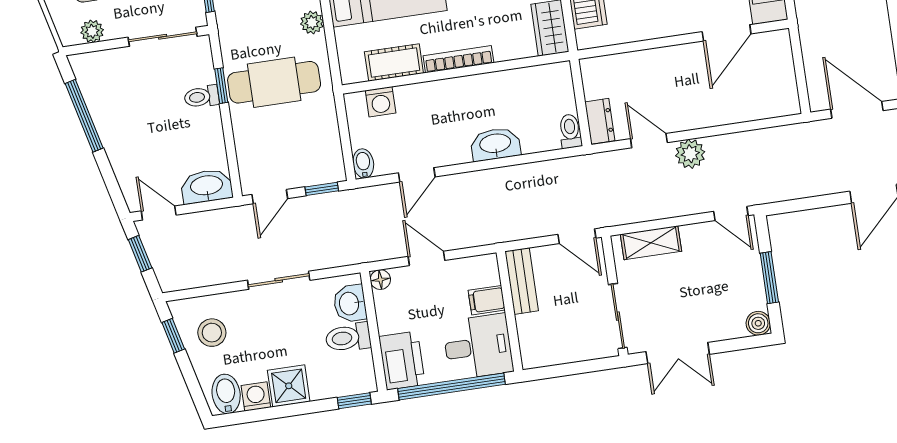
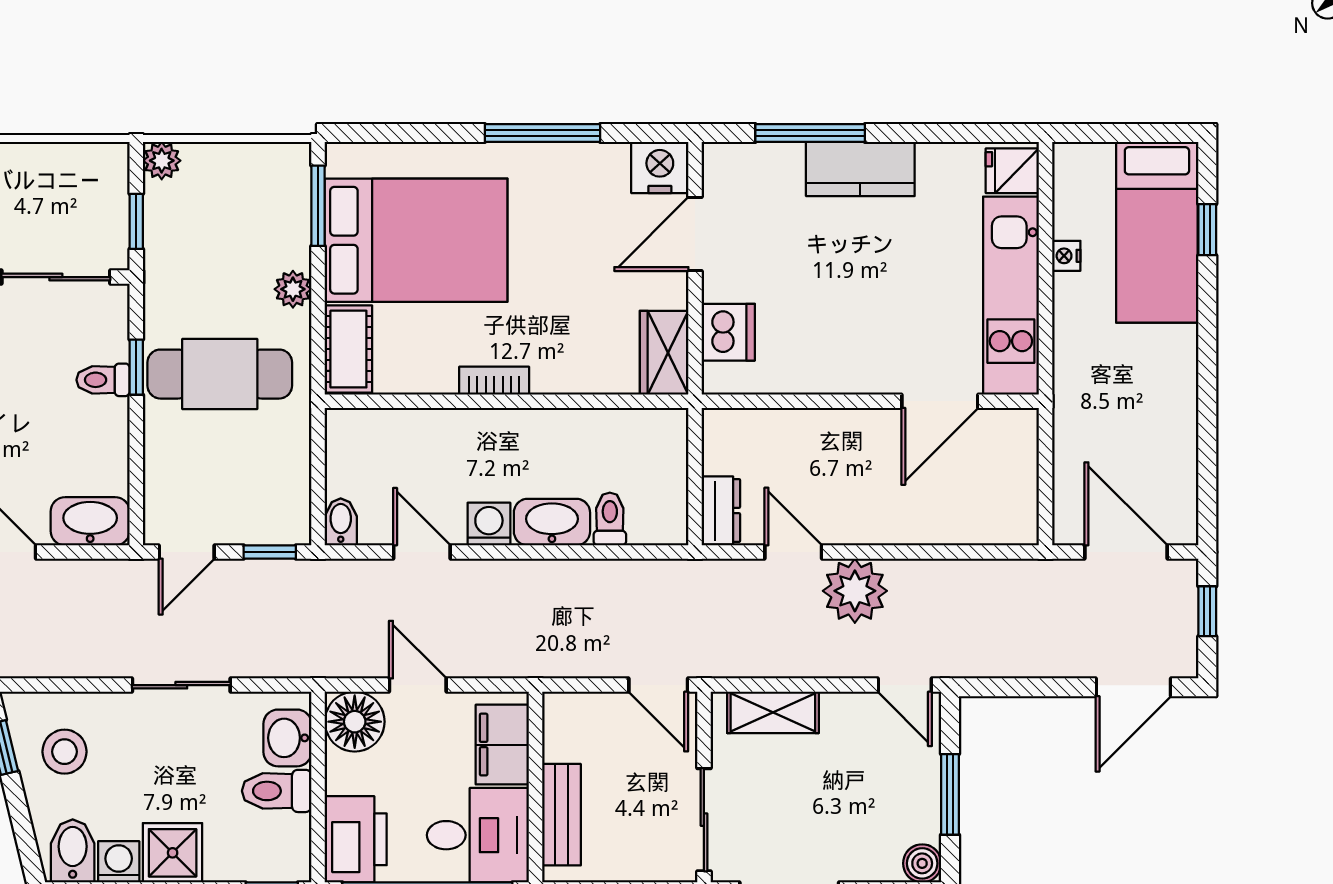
bookcase: (458, 59) -> (494, 381), width x0.64
cot: (394, 63) -> (348, 349), moved, turned 90
washing machine: (381, 102) -> (489, 524), moved, turned 180
toilet: (570, 131) -> (610, 519), moved
plant: (690, 154) -> (855, 591), width x1.36, depth x1.36
door: (417, 175) -> (422, 552), swing flipped
floor lamp: (380, 280) -> (355, 722), width x1.89, depth x1.89
bench: (522, 281) -> (561, 815), moved
filing cabinet: (487, 300) -> (502, 745), width x2.00

